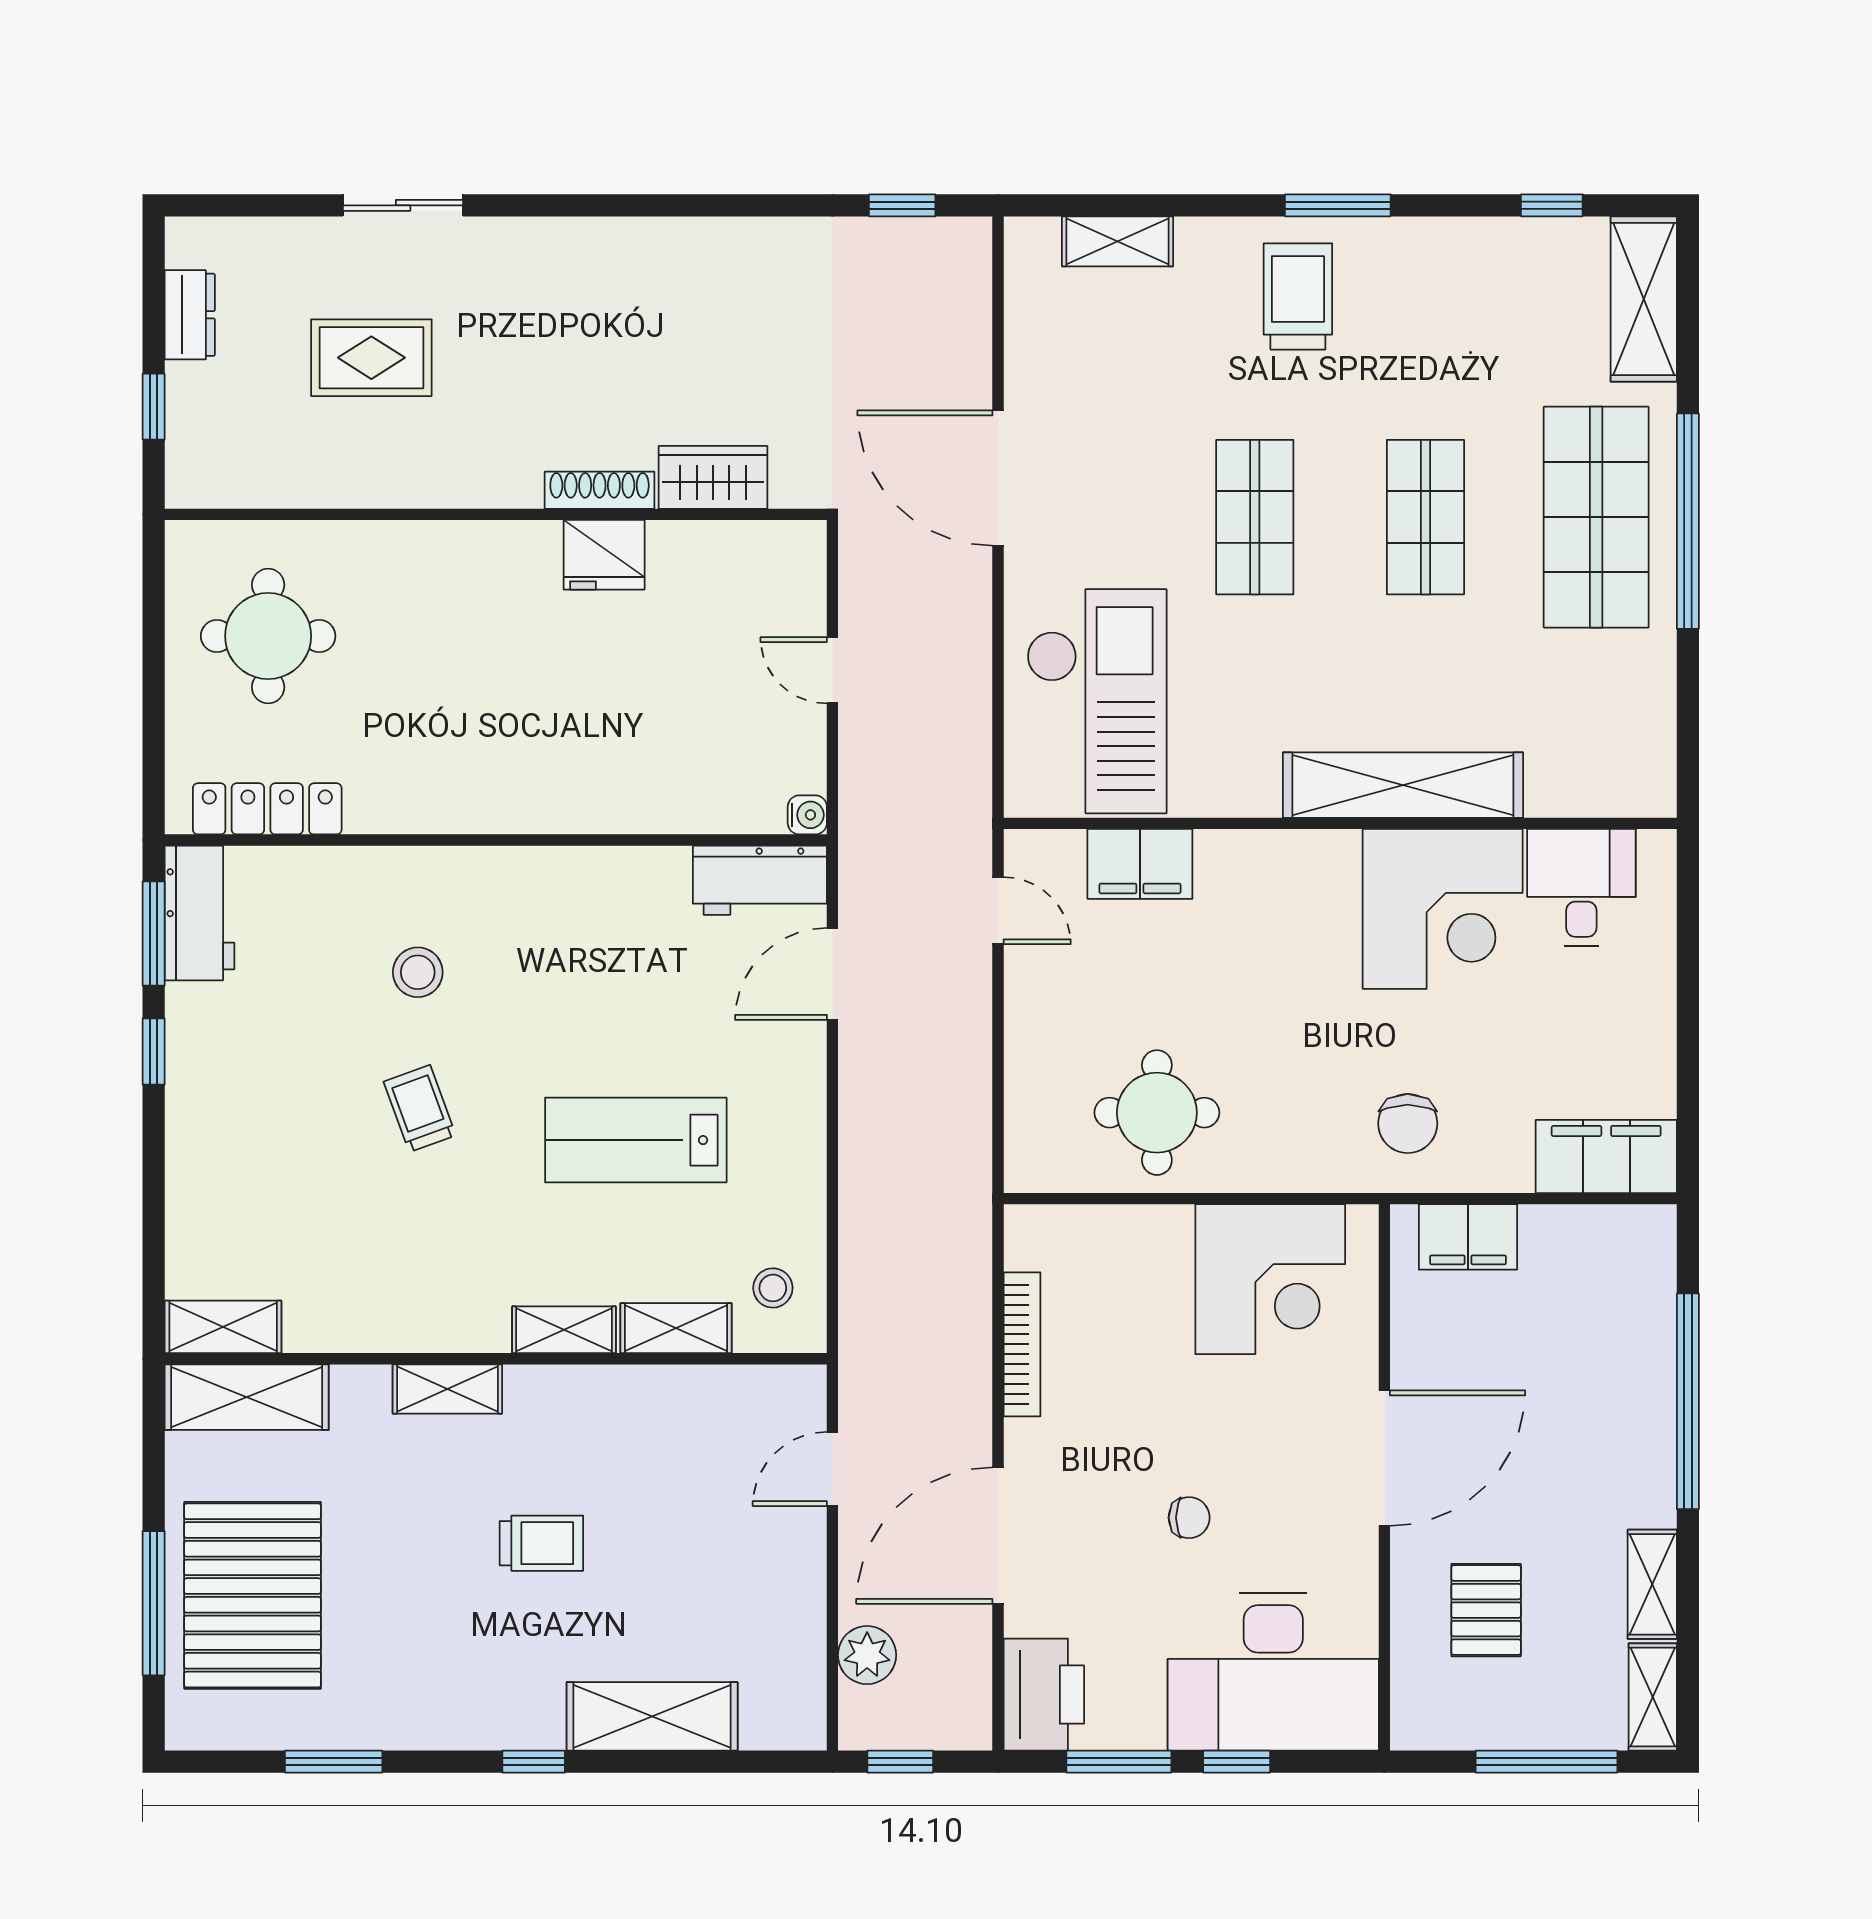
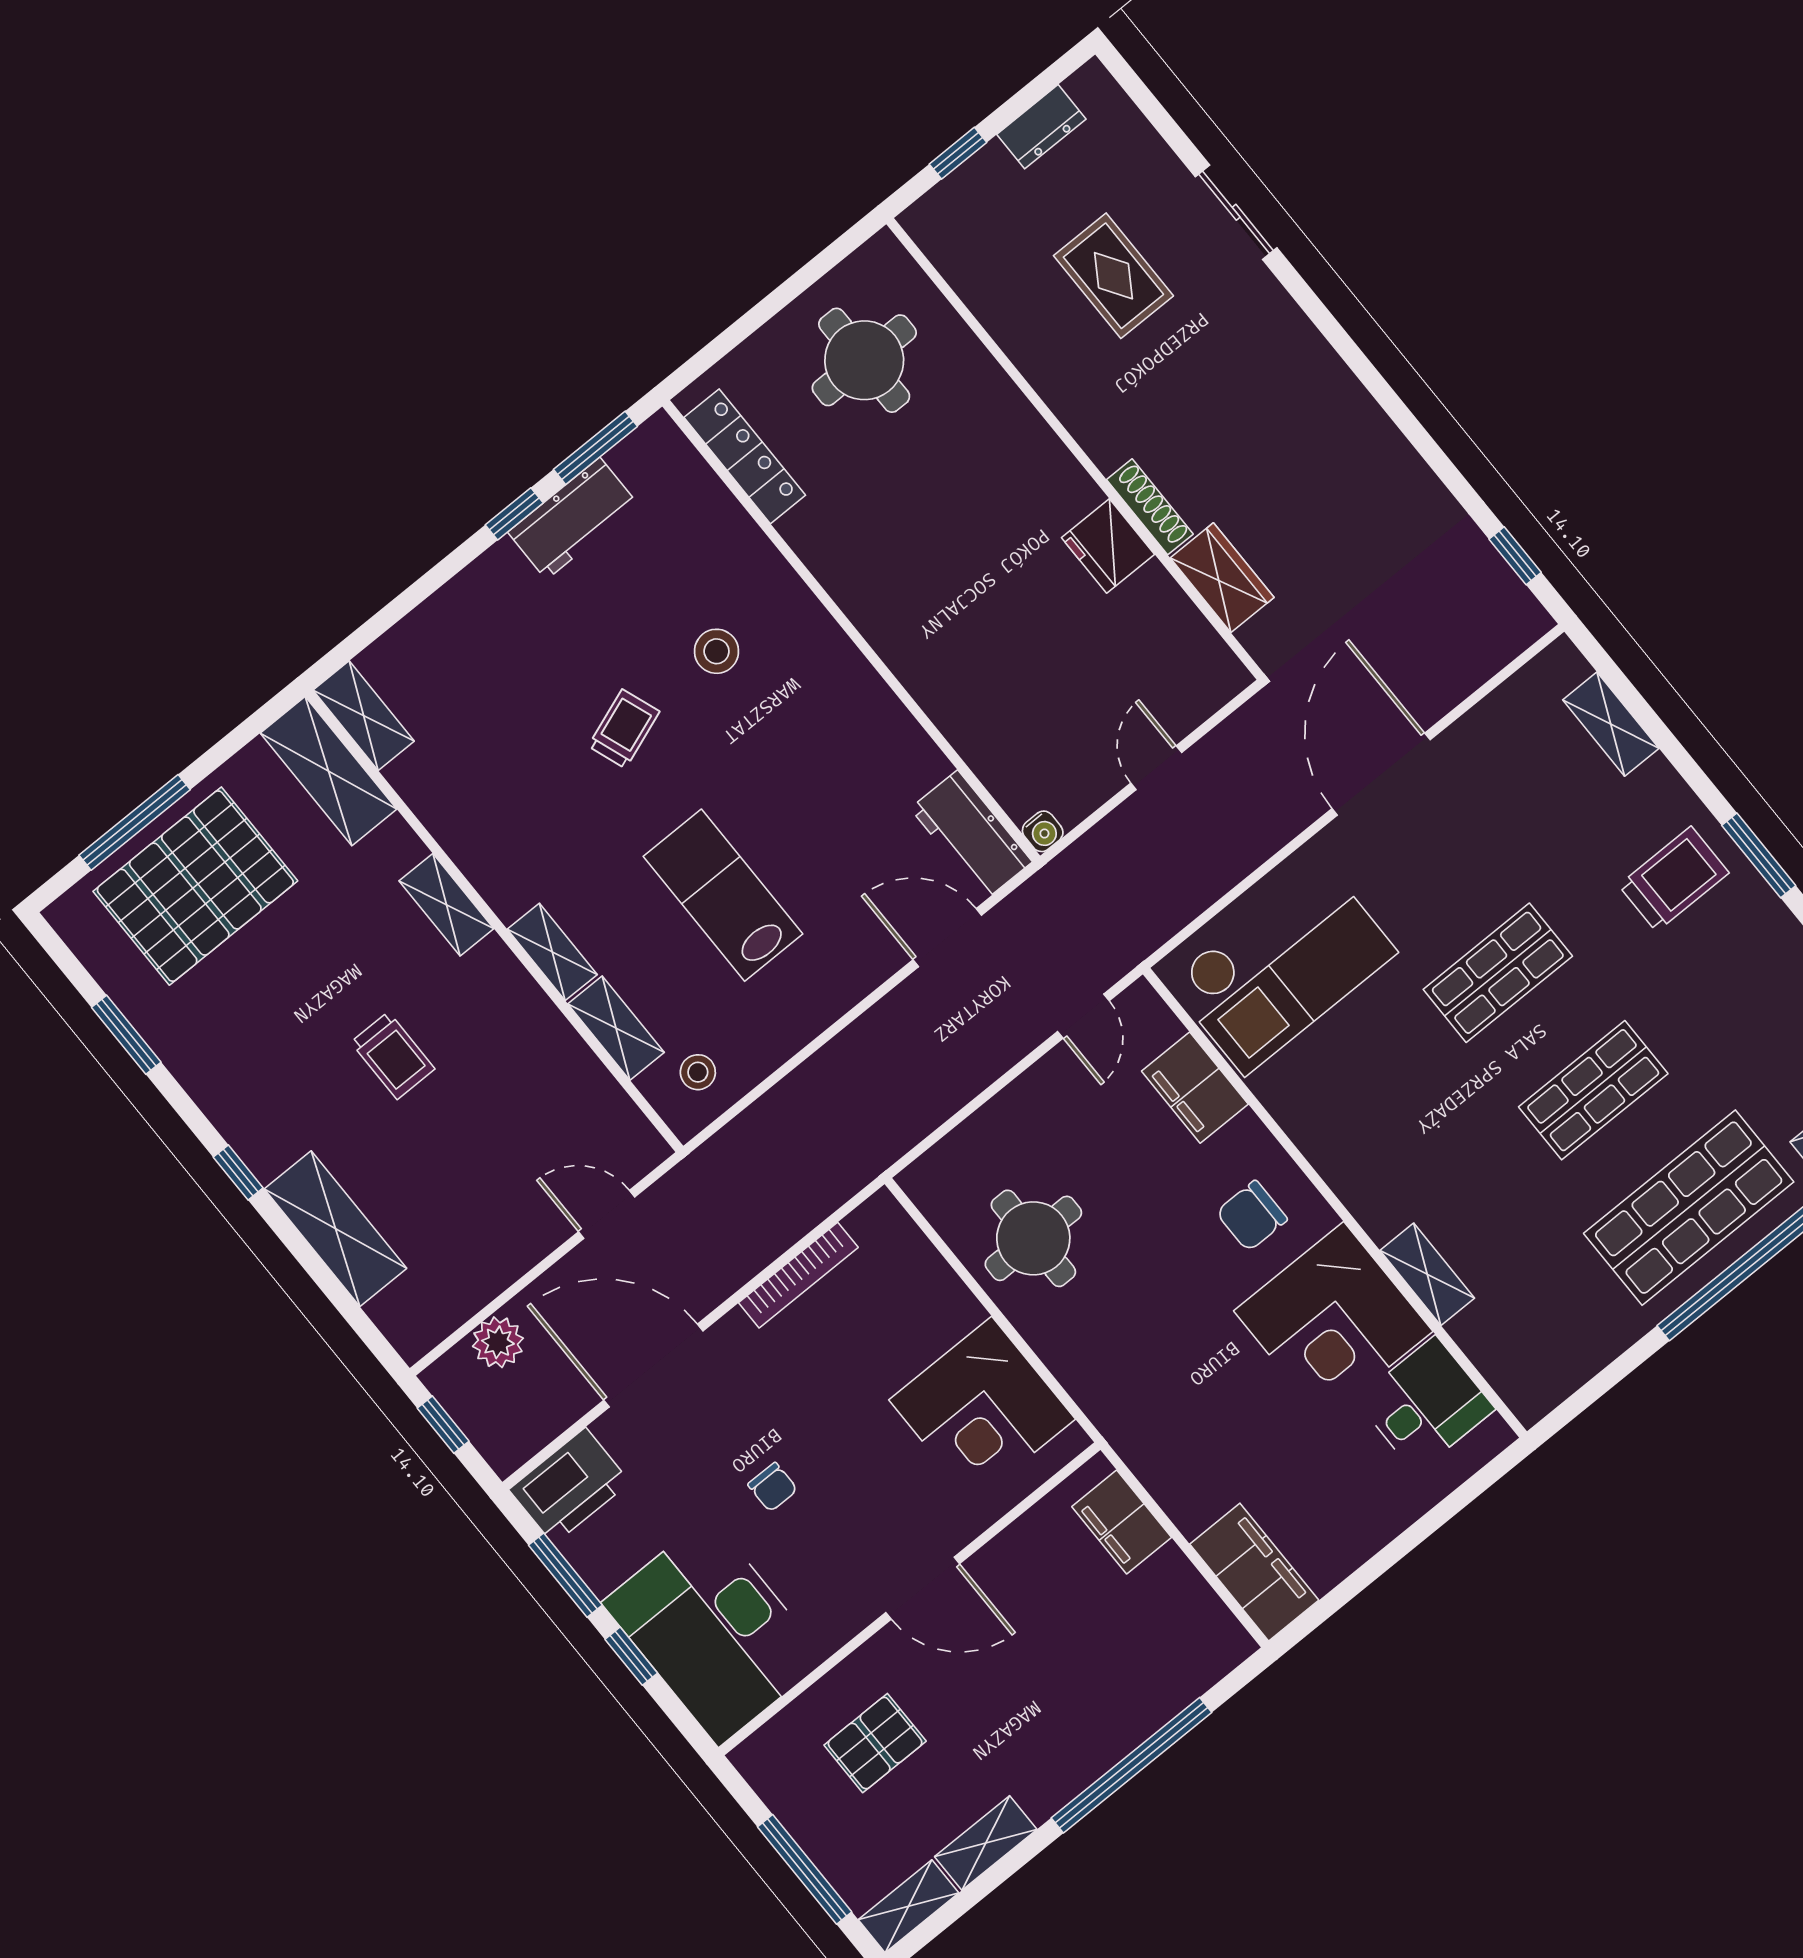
shelving: (1403, 785) -> (1427, 1274), width x0.45, depth x0.75
workbench: (199, 913) -> (573, 518), moved
chair: (1408, 1124) -> (1252, 1216), moved
door: (1384, 1458) -> (923, 1588), width x0.73

